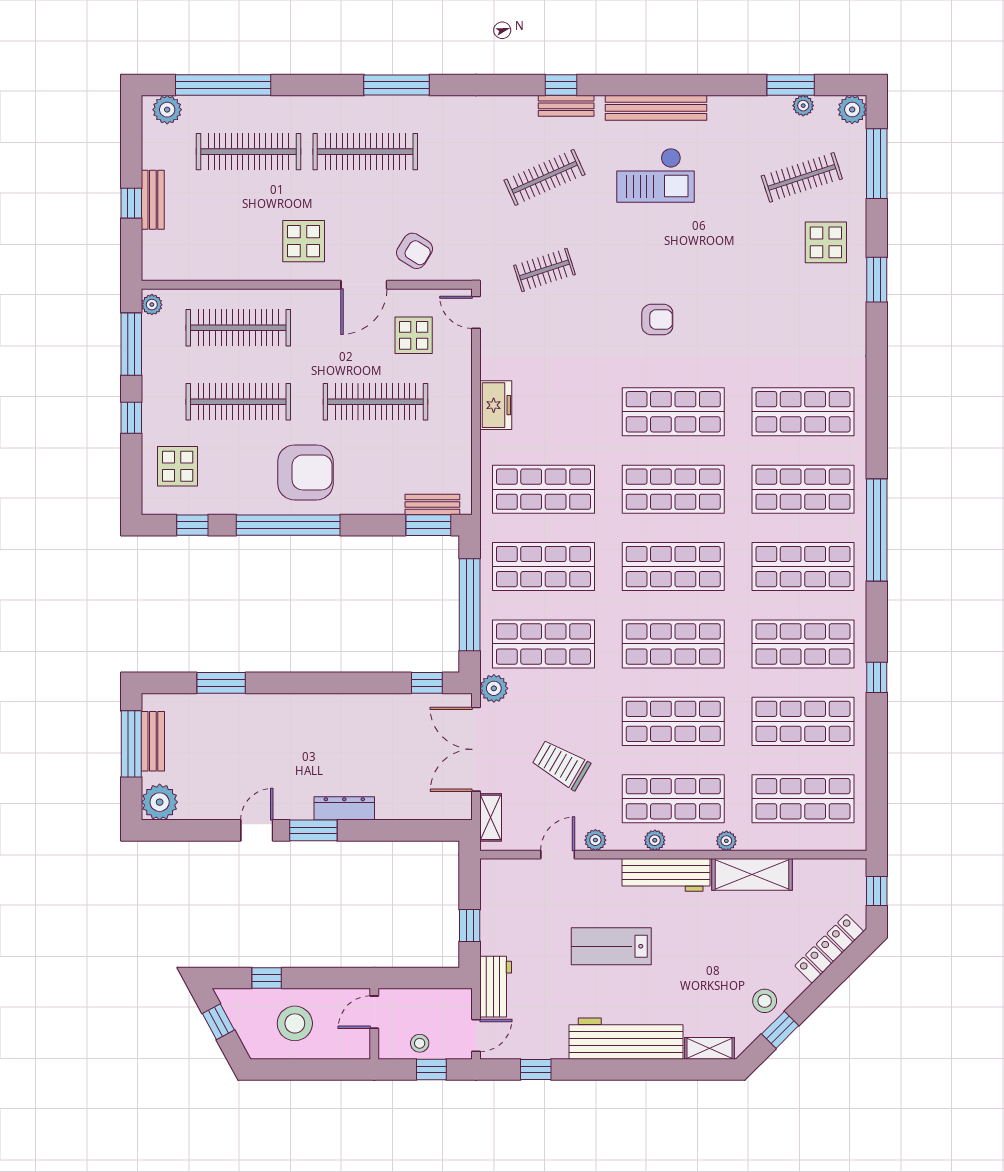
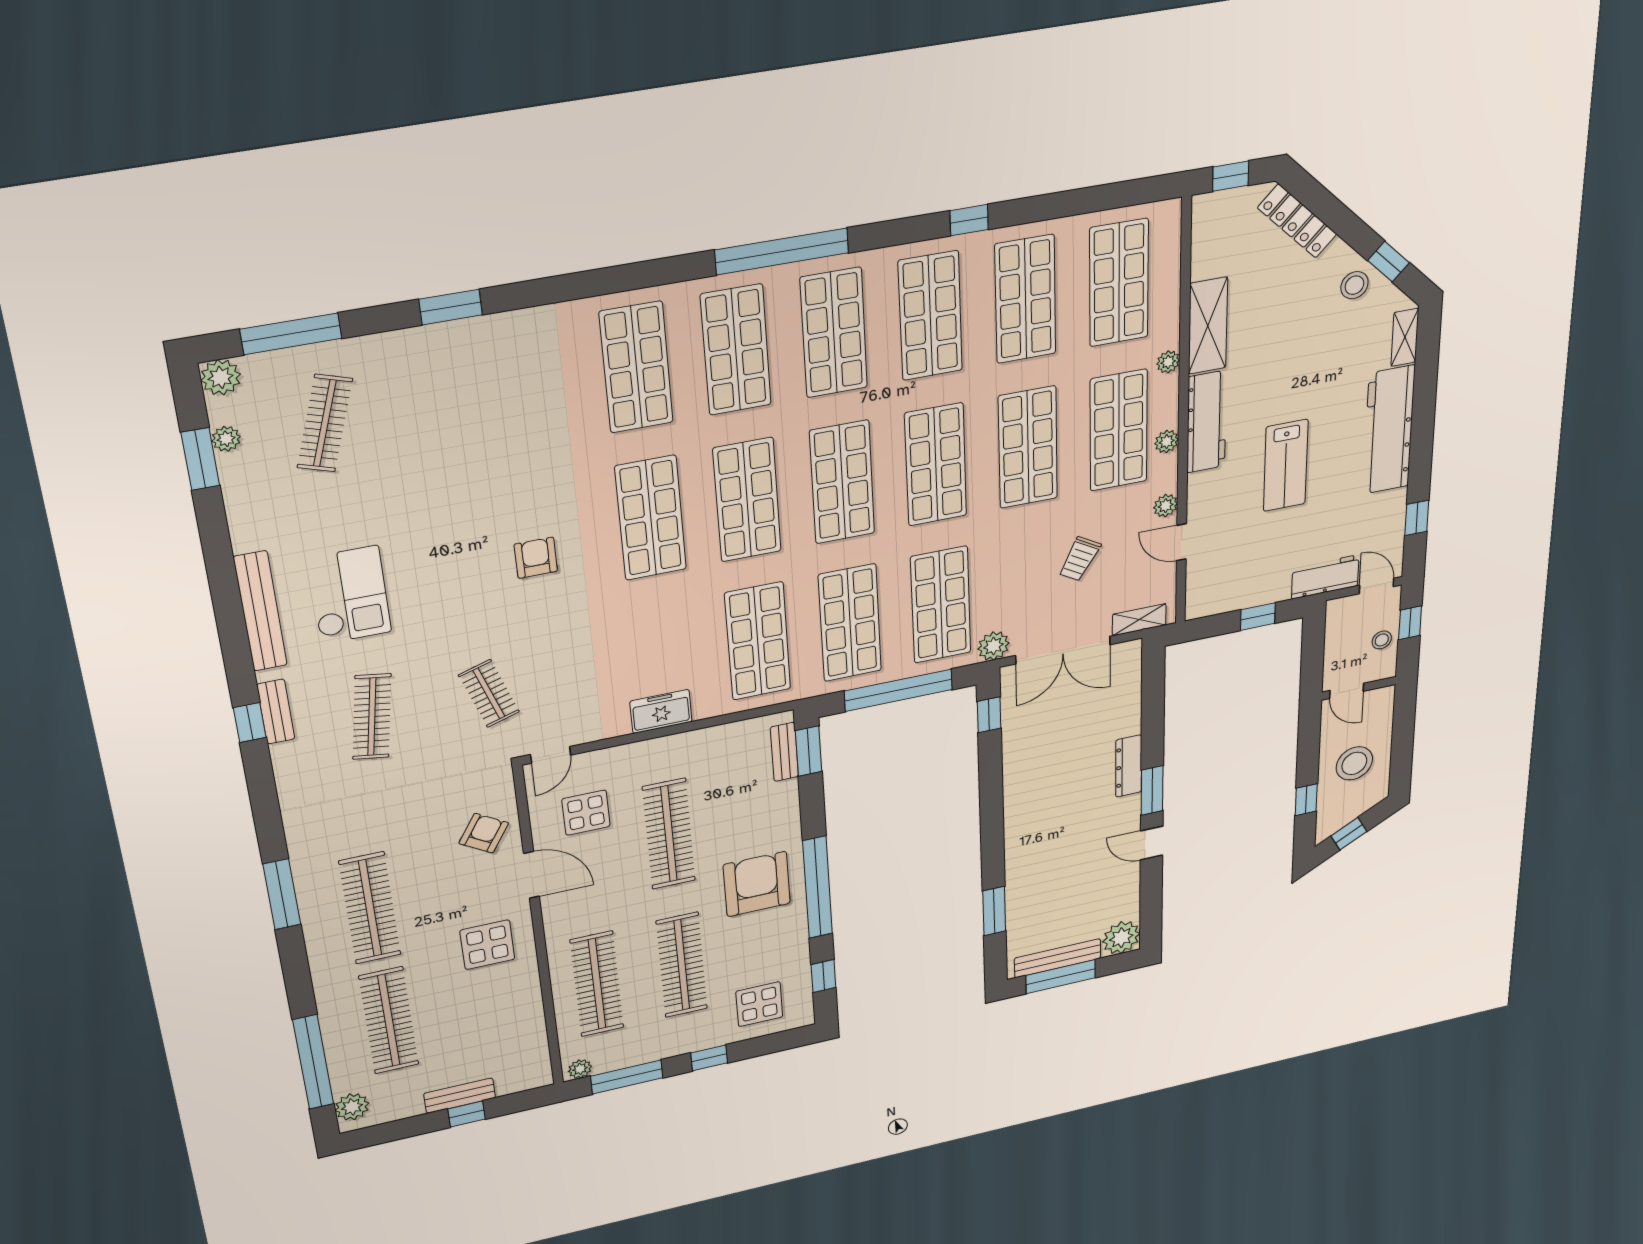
clothes rail: (545, 177) -> (372, 717), turned 33
clothes rail: (802, 177) -> (325, 423), turned 36
display table: (826, 242) -> (409, 379), removed
bench: (153, 741) -> (1058, 958), width x1.36
trolley: (561, 765) -> (1080, 559), width x0.73, depth x0.72

